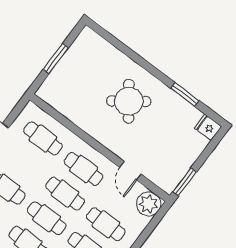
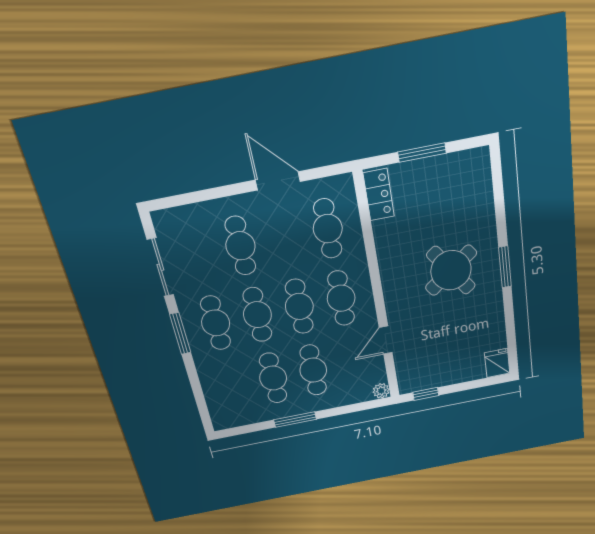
window: (185, 94) -> (505, 267), moved
locker: (53, 98) -> (379, 195), added
window: (185, 182) -> (426, 394), width x0.67
plant: (149, 204) -> (381, 391), width x0.53, depth x0.53

